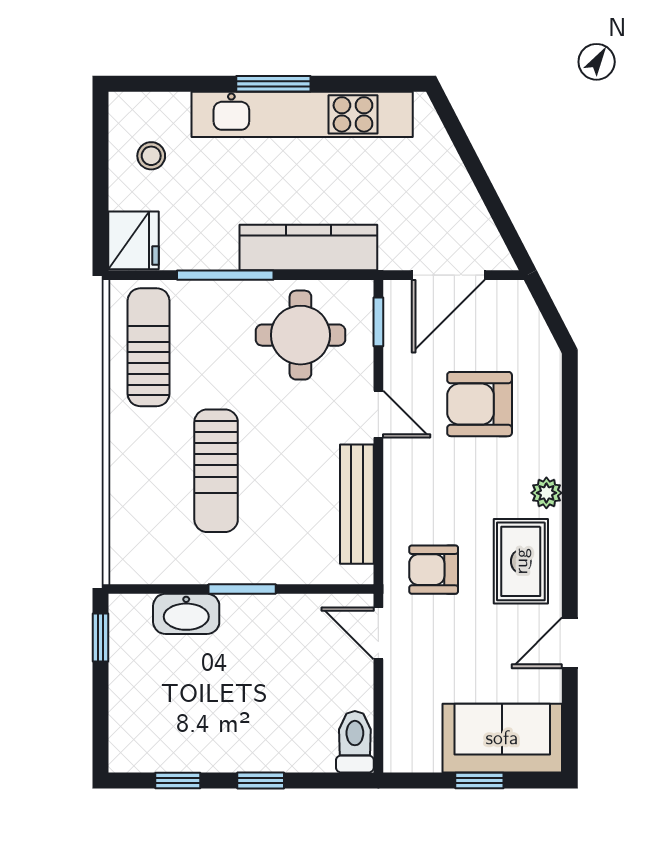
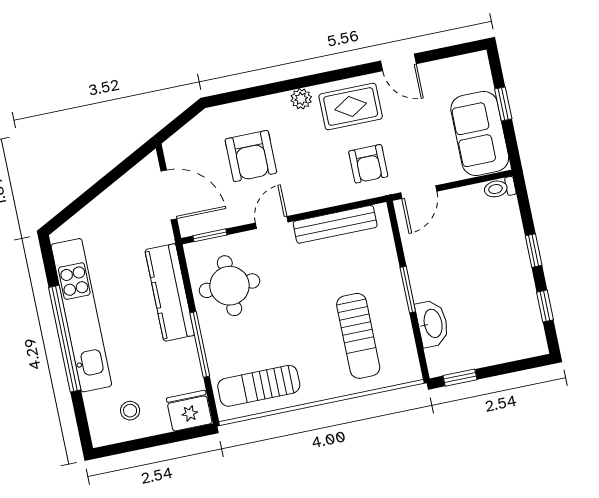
window: (273, 84) -> (65, 339), width x2.11
sun lounger: (216, 471) -> (358, 336), moved, turned 90
sofa: (502, 738) -> (480, 133), moved
toilet: (355, 742) -> (500, 188), width x0.73, depth x0.72

